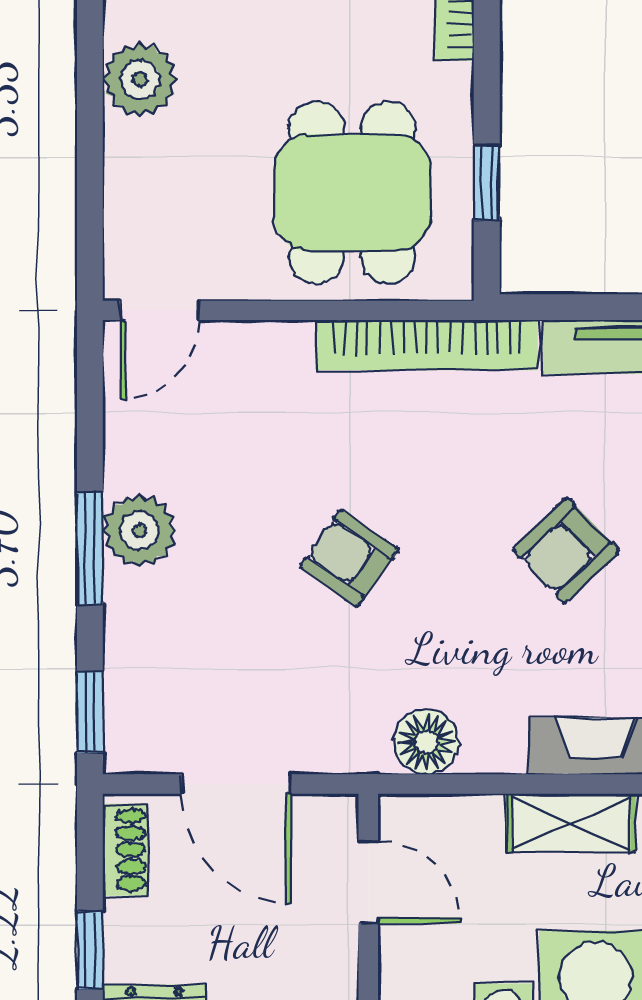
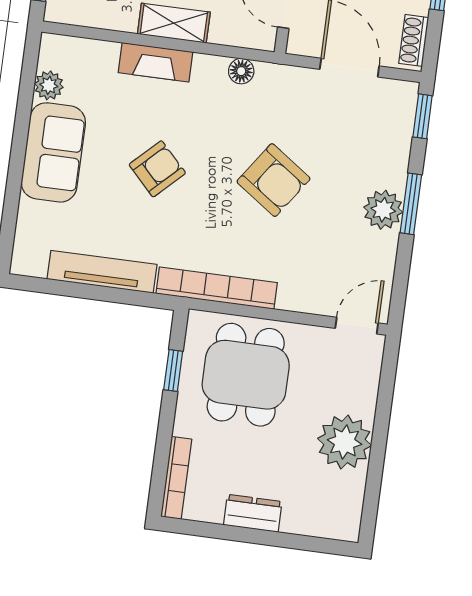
plant: (140, 79) -> (345, 442), width x1.36, depth x1.36
armchair: (349, 558) -> (273, 180), width x1.38, depth x1.38
floor lamp: (426, 742) -> (241, 71), width x0.73, depth x0.73

